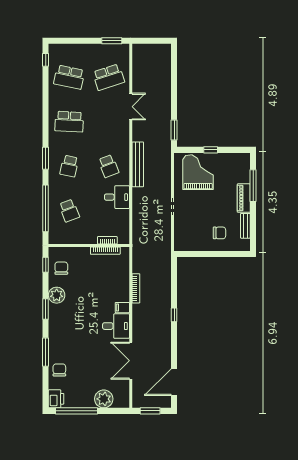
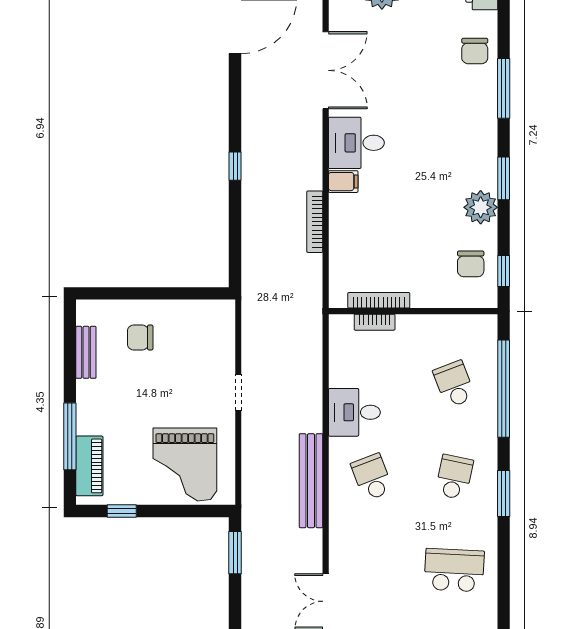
window: (211, 150) -> (122, 511), moved
piano: (244, 198) -> (89, 466), moved

